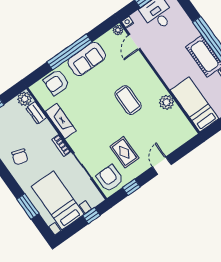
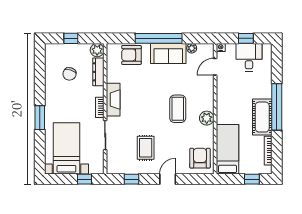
plant: (118, 30) -> (192, 48), moved
plant: (166, 102) -> (207, 118), moved
dresser: (36, 113) -> (98, 72), width x1.44
fireplace: (61, 121) -> (113, 100), moved
chair: (20, 157) -> (69, 74), moved
armchair: (110, 178) -> (200, 158), moved
window: (28, 206) -> (40, 118), moved

